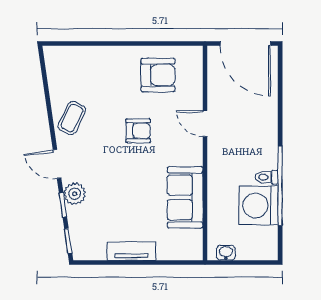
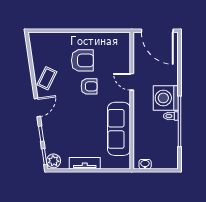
armchair: (158, 75) -> (82, 60), moved
door: (57, 164) -> (37, 108), swing flipped
plant: (75, 194) -> (53, 161), moved
sofa: (185, 197) -> (119, 129), width x1.36
washing machine: (258, 205) -> (166, 98), moved

